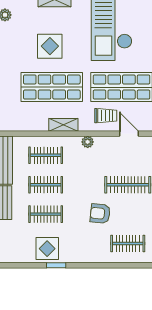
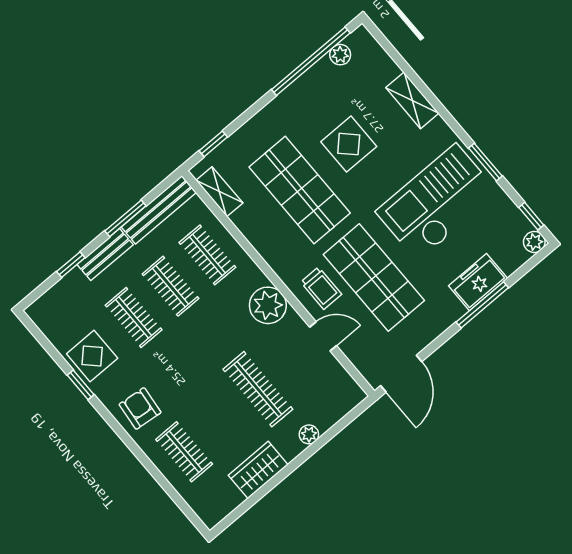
shelving: (63, 125) -> (219, 192), moved
door: (129, 134) -> (323, 336), hinge flipped
plant: (88, 142) -> (268, 305), width x1.88, depth x1.88
armchair: (100, 214) -> (140, 408), moved

